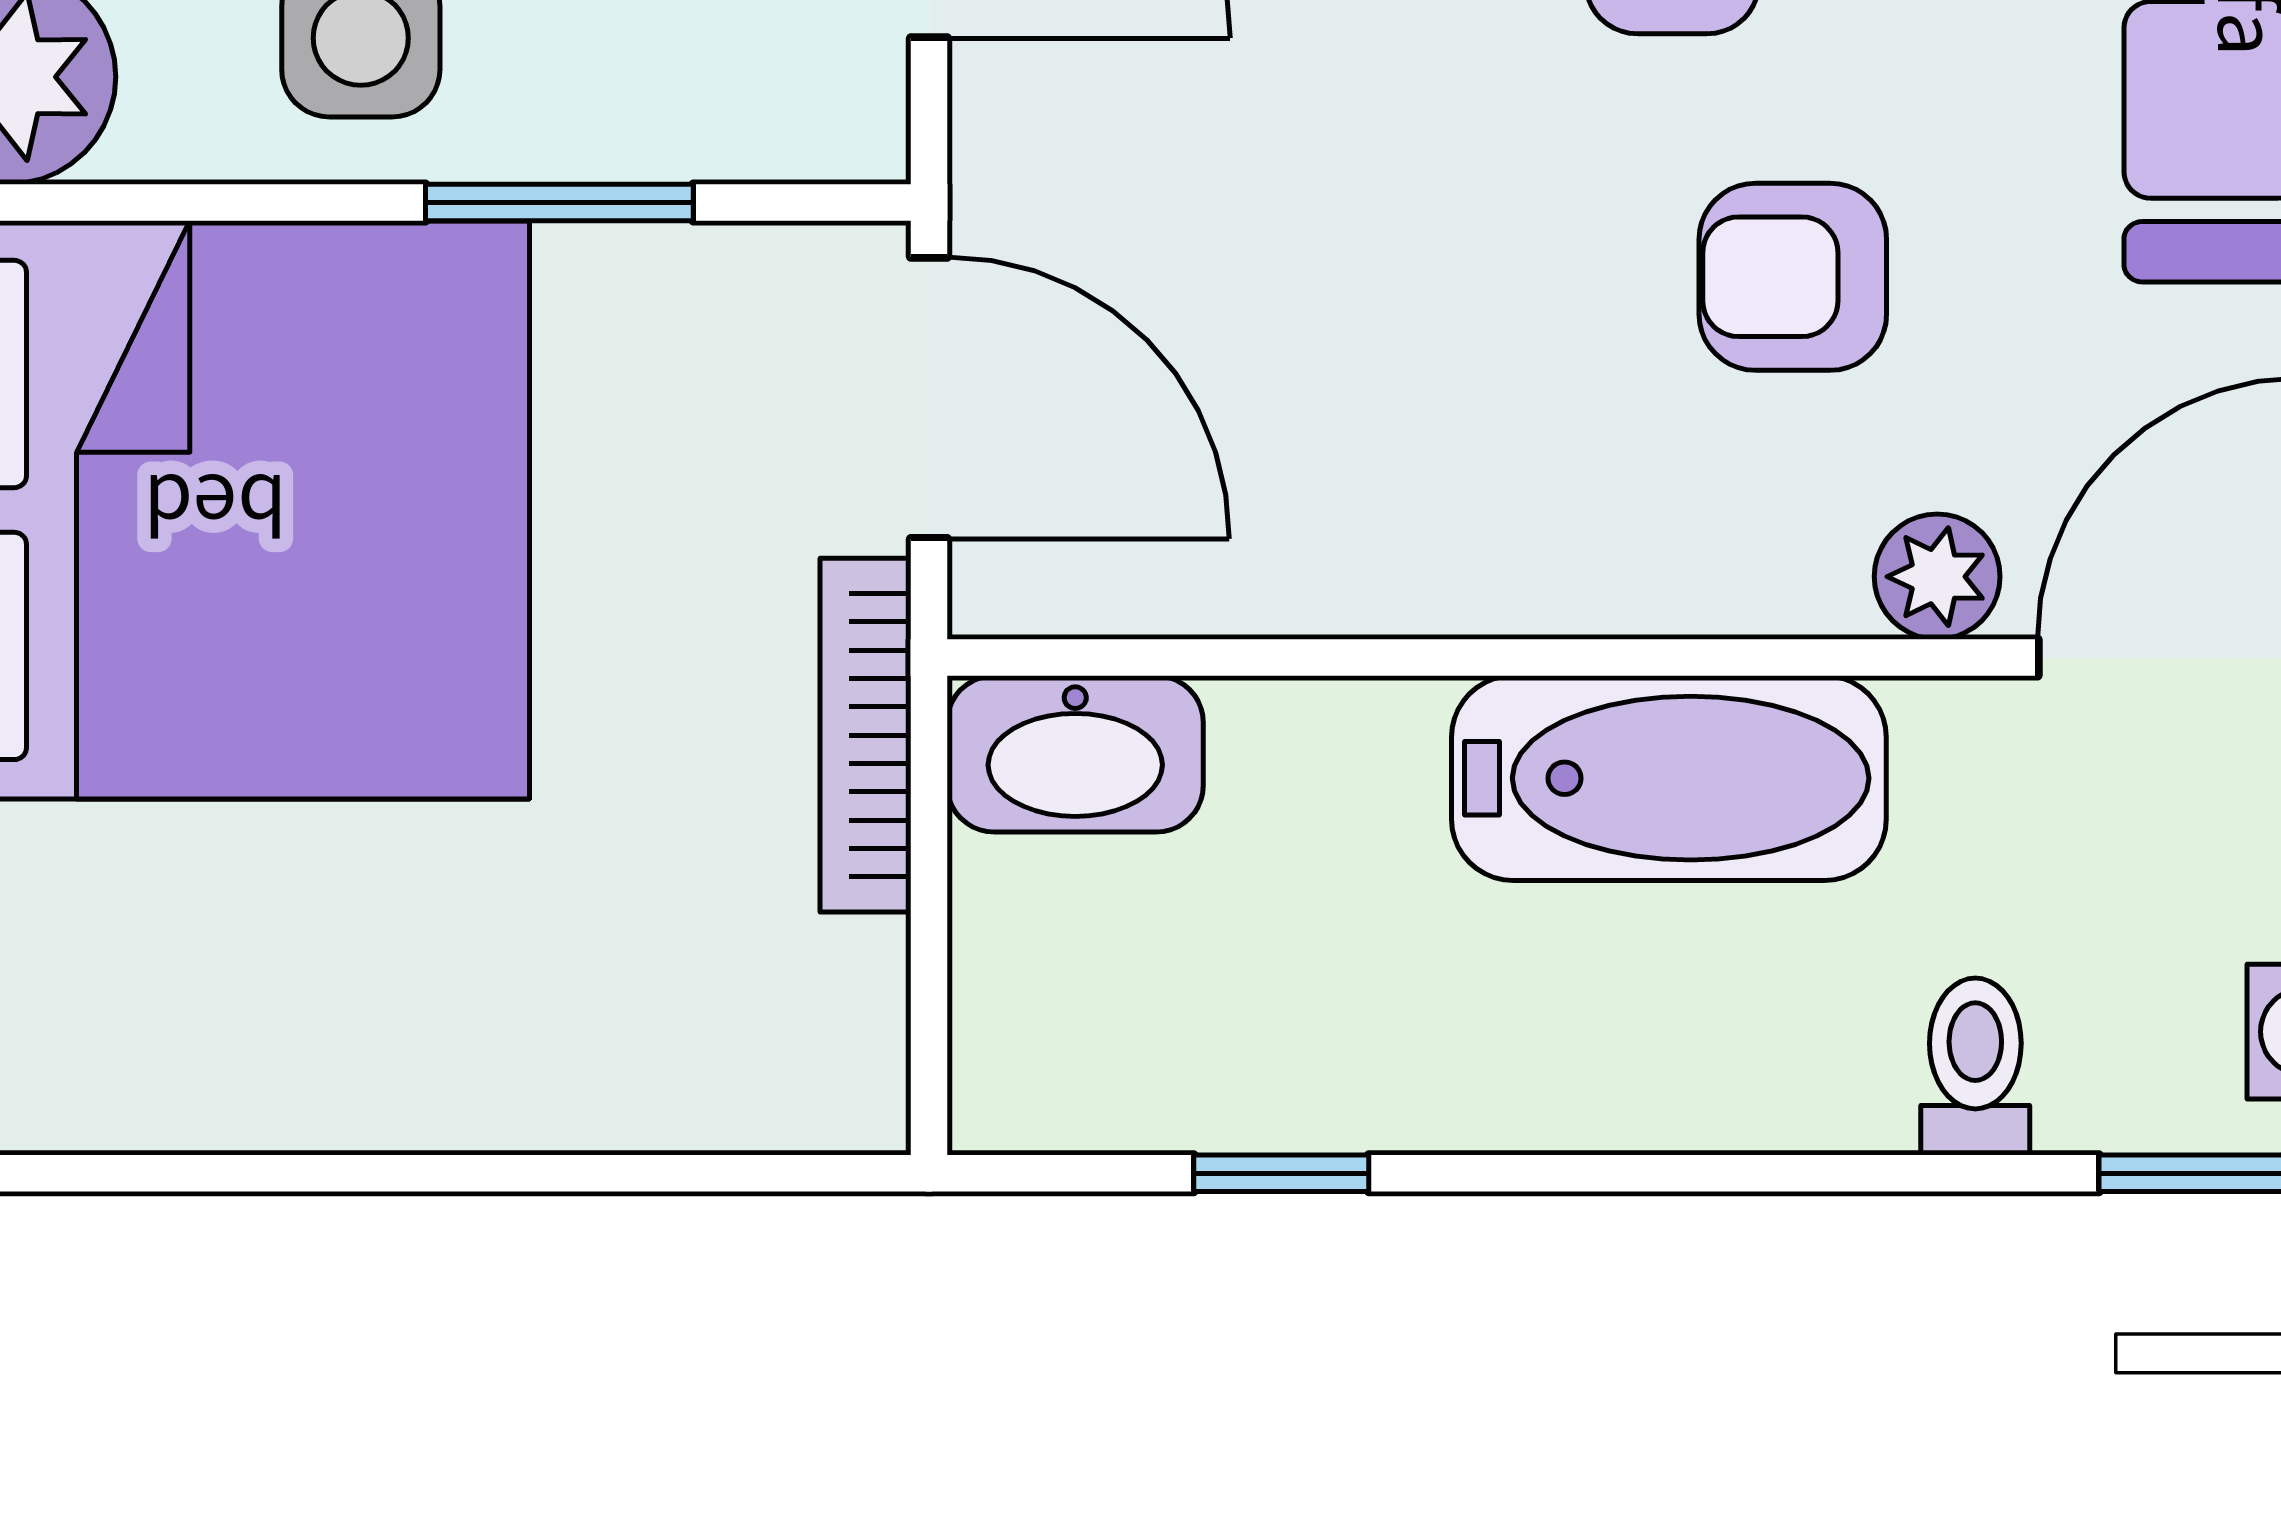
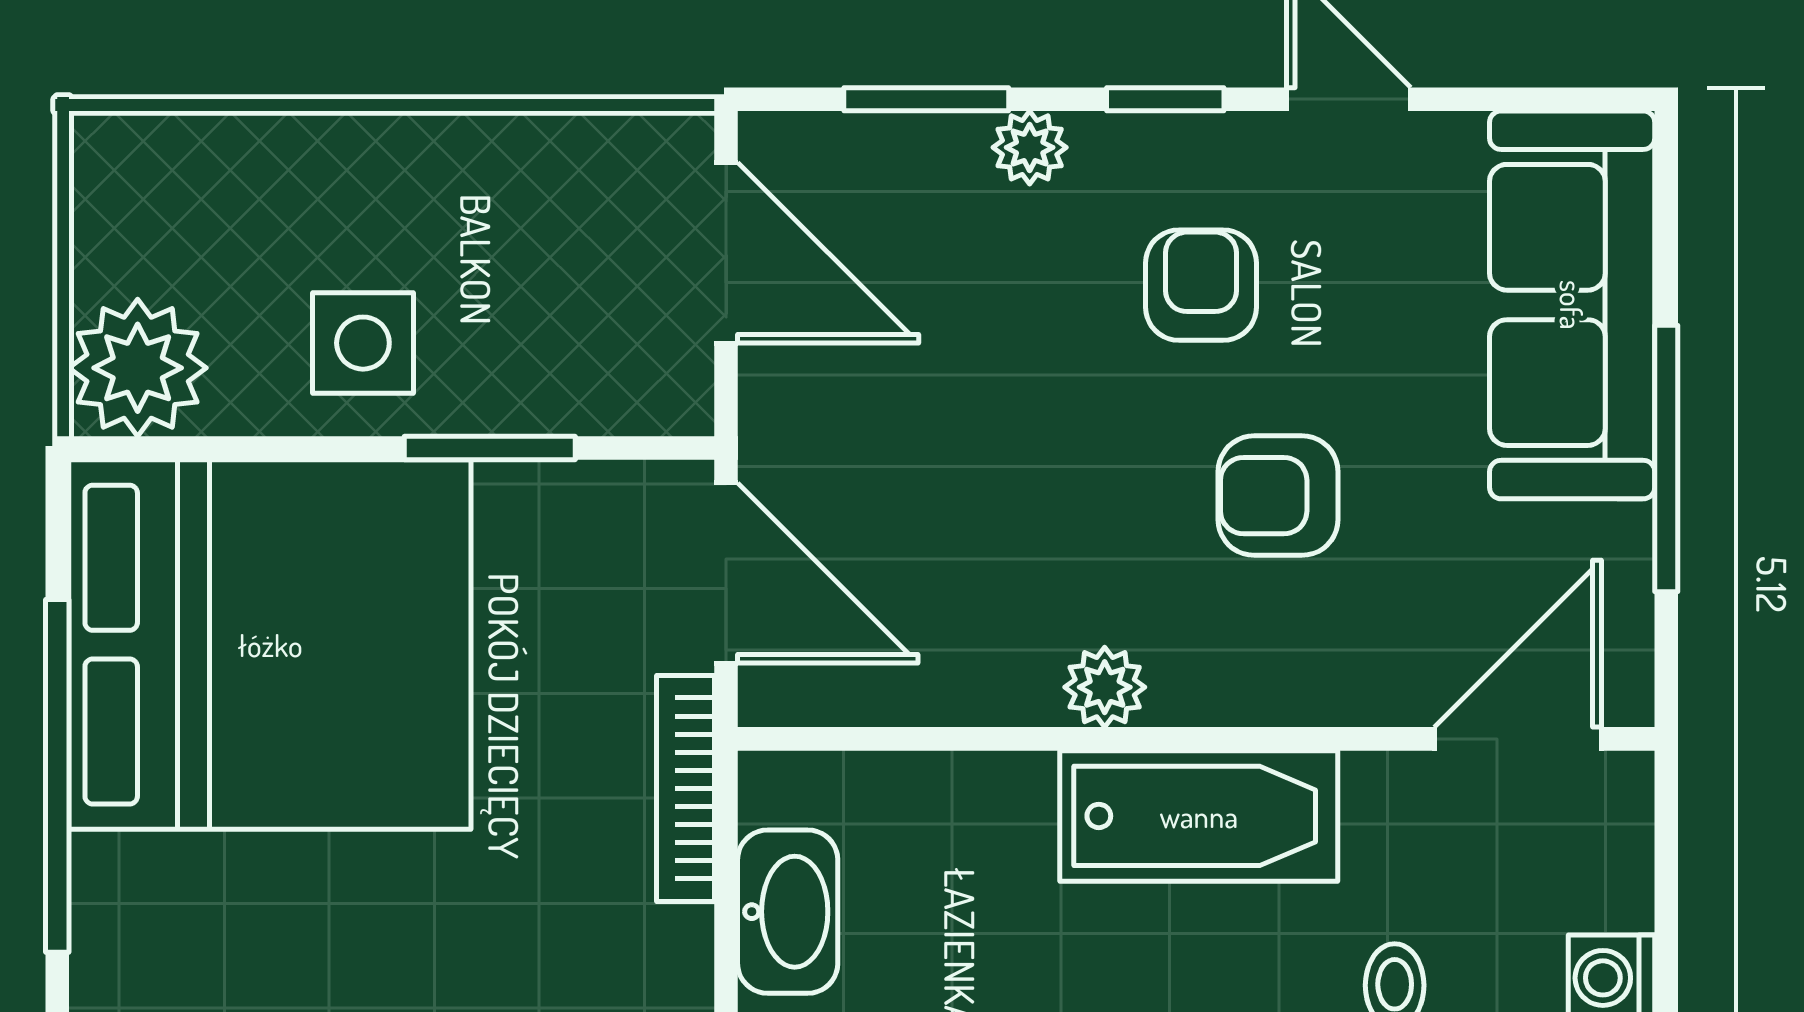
plant: (1937, 577) -> (1105, 687), moved
washbasin: (1075, 754) -> (788, 912), moved, turned -90

